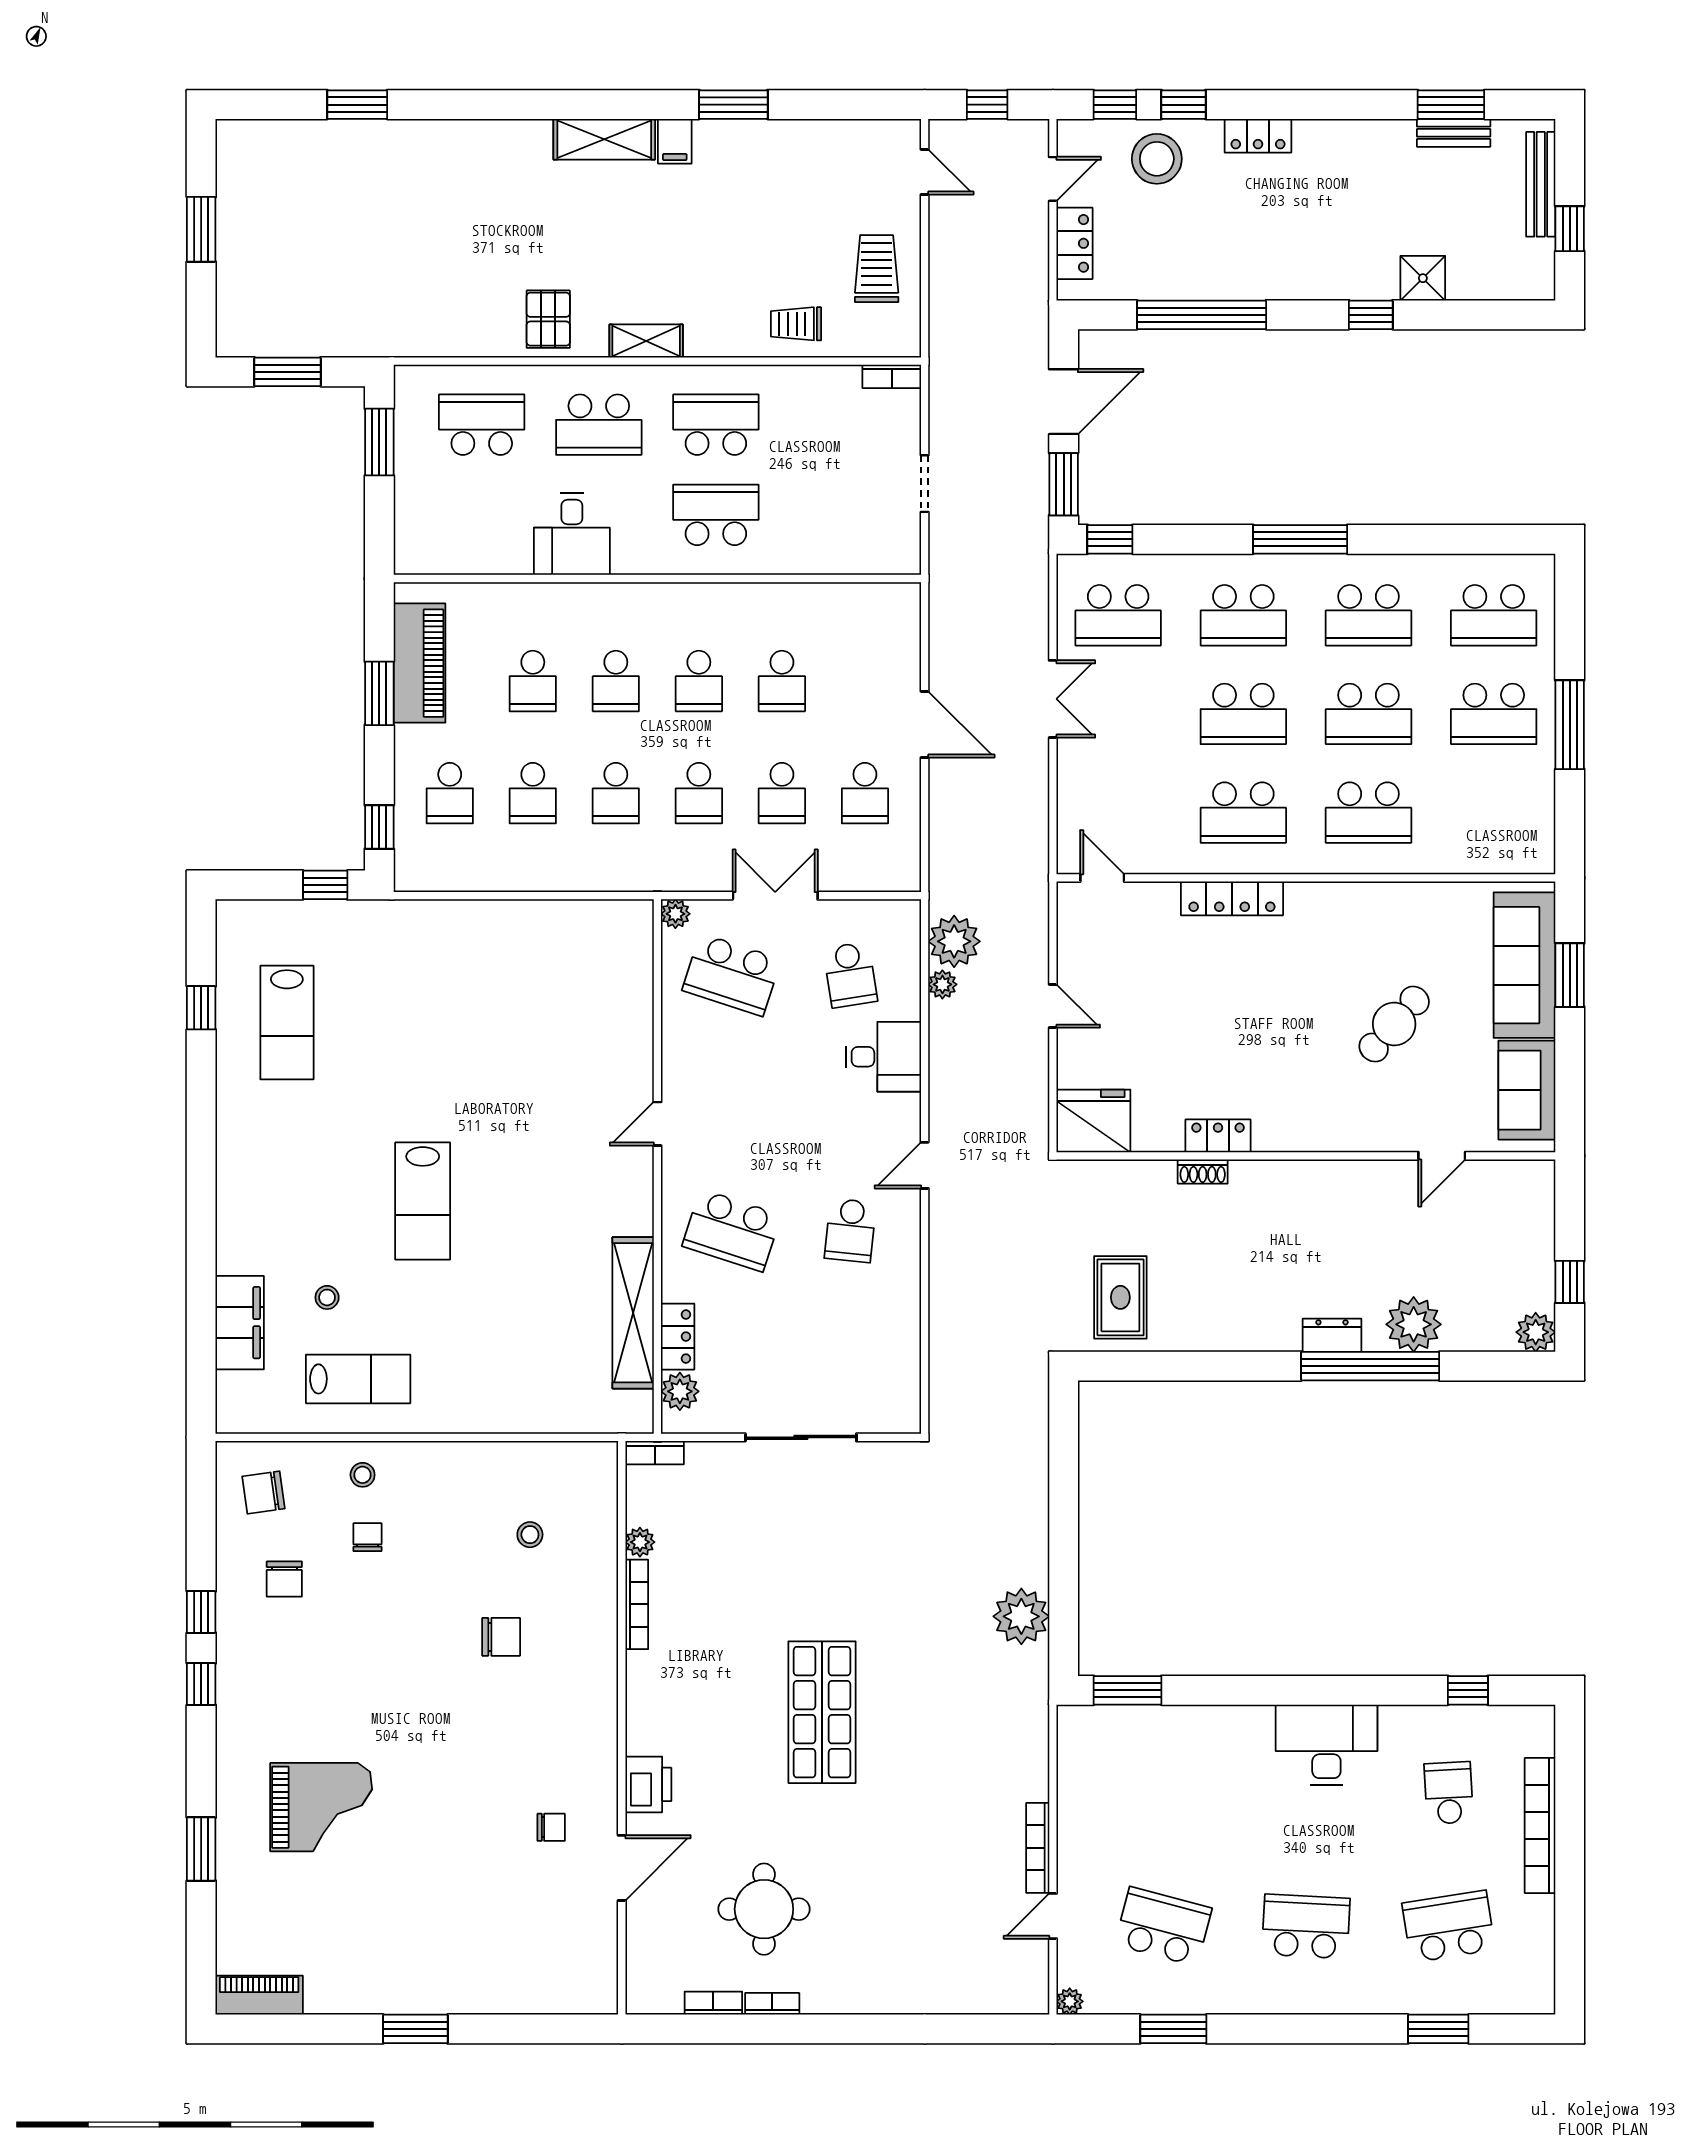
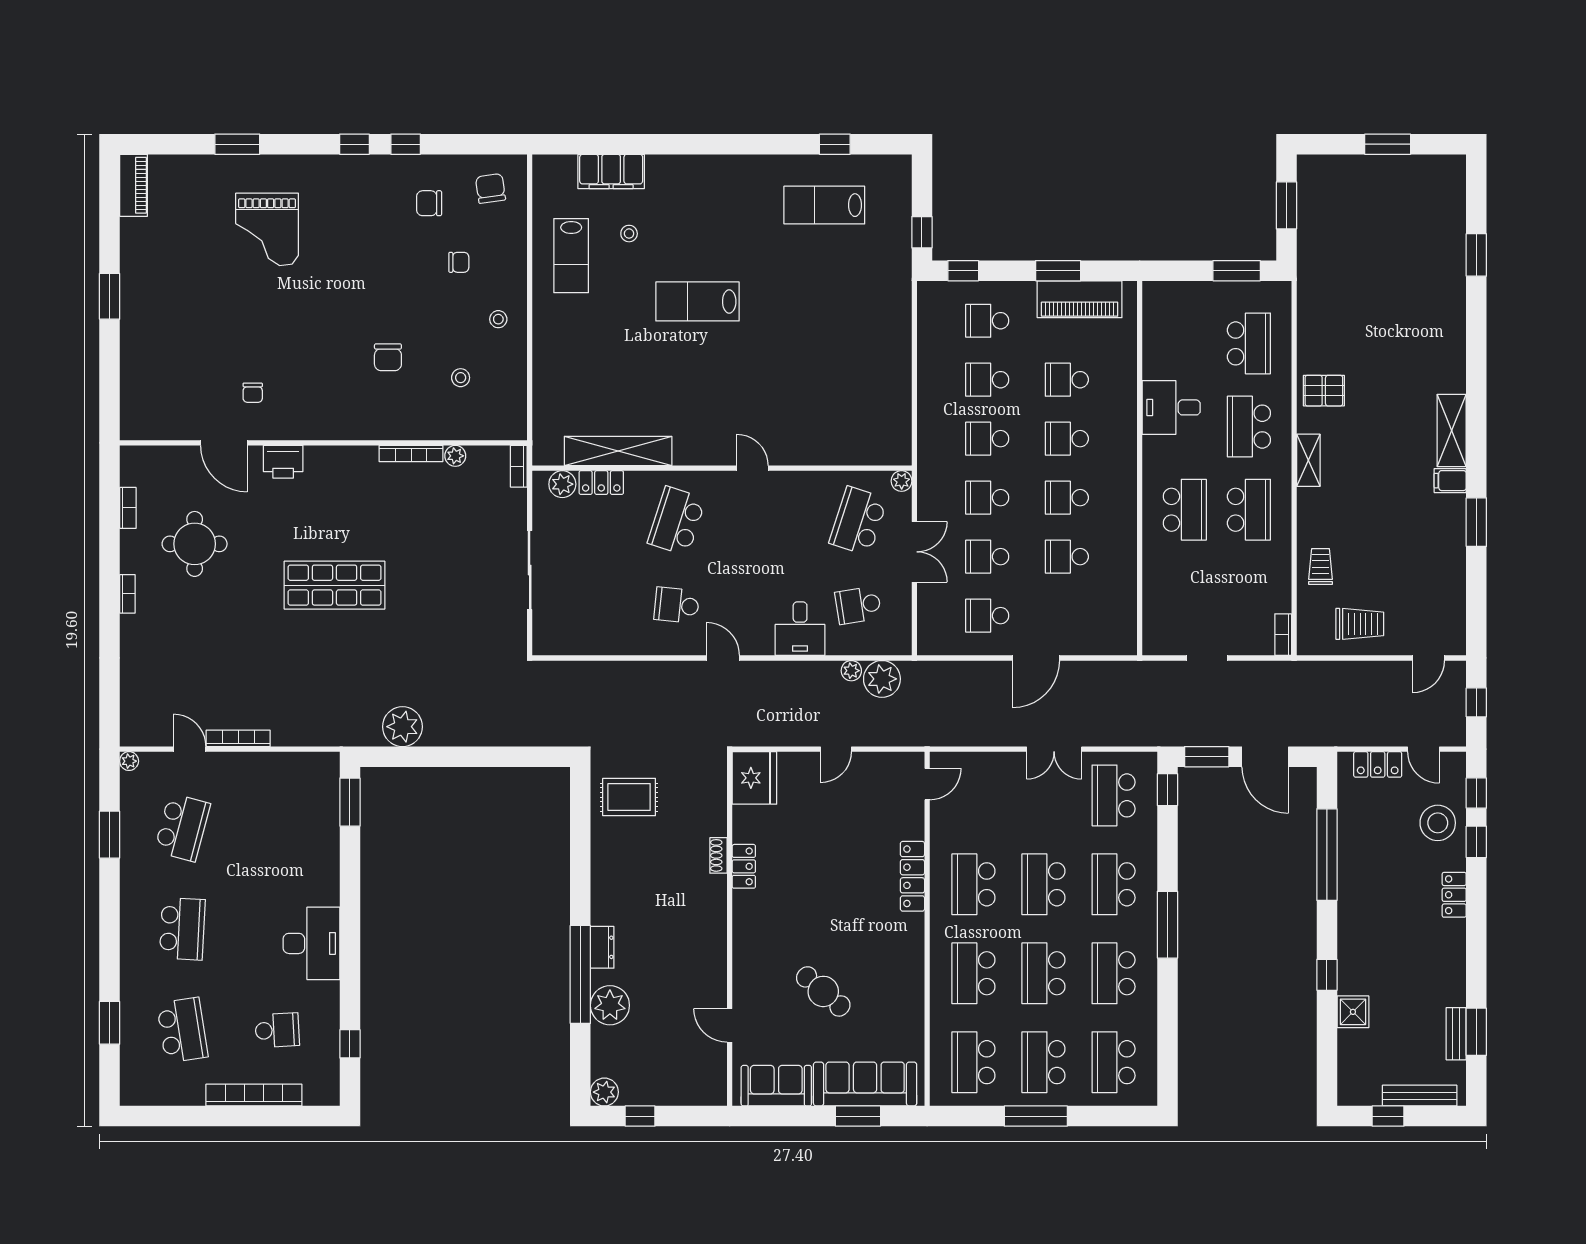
school desk: (1494, 813) -> (973, 1062), added
stool: (363, 1475) -> (498, 319), moved
bookcase: (772, 2004) -> (127, 594), moved

